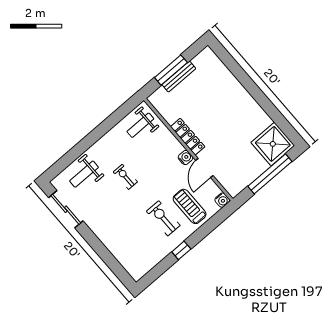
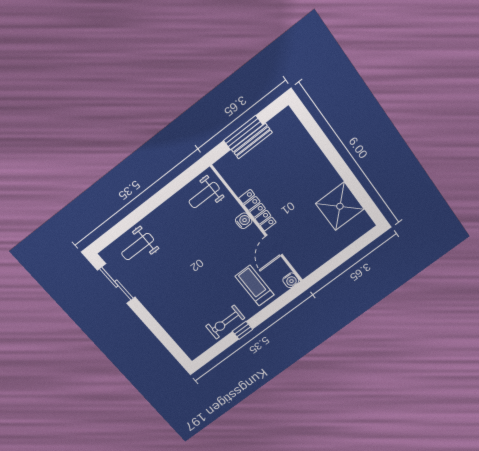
shower: (273, 144) -> (340, 206), moved
water cooler: (186, 158) -> (244, 221), moved
window: (270, 174) -> (345, 255), removed
exercise bike: (125, 177) -> (185, 251), removed
exercise bike: (163, 218) -> (225, 322), moved, turned -90

